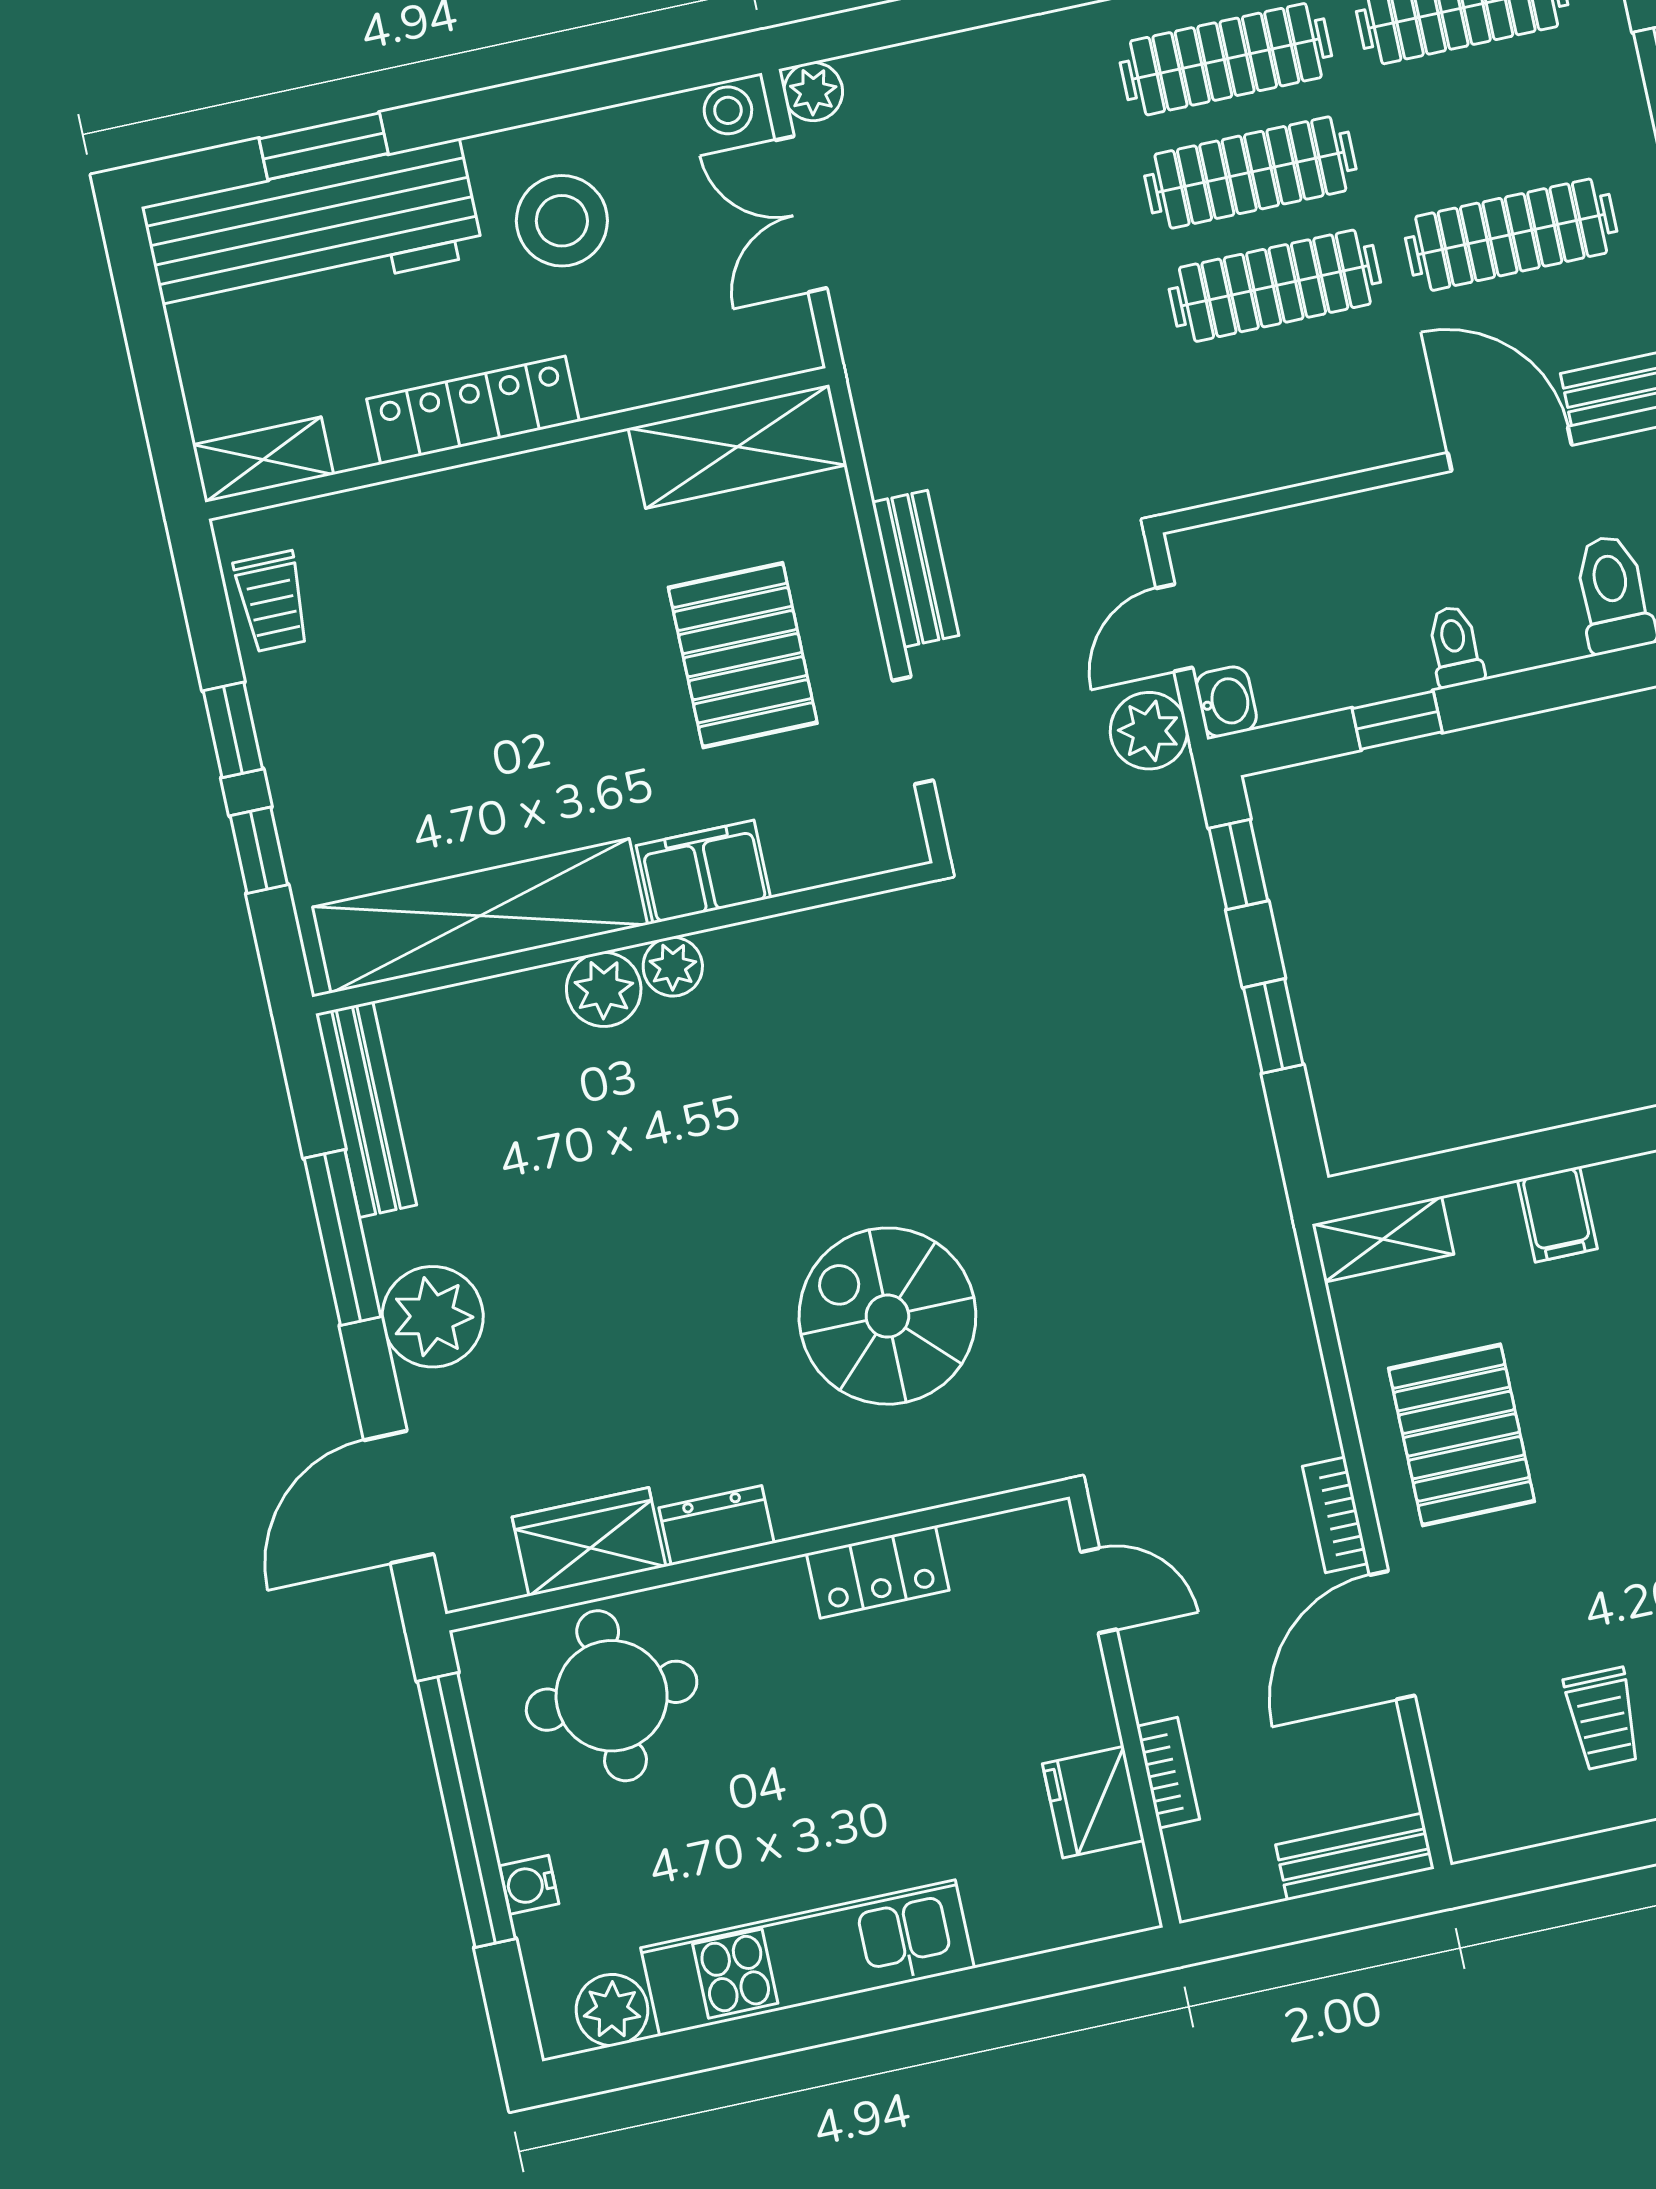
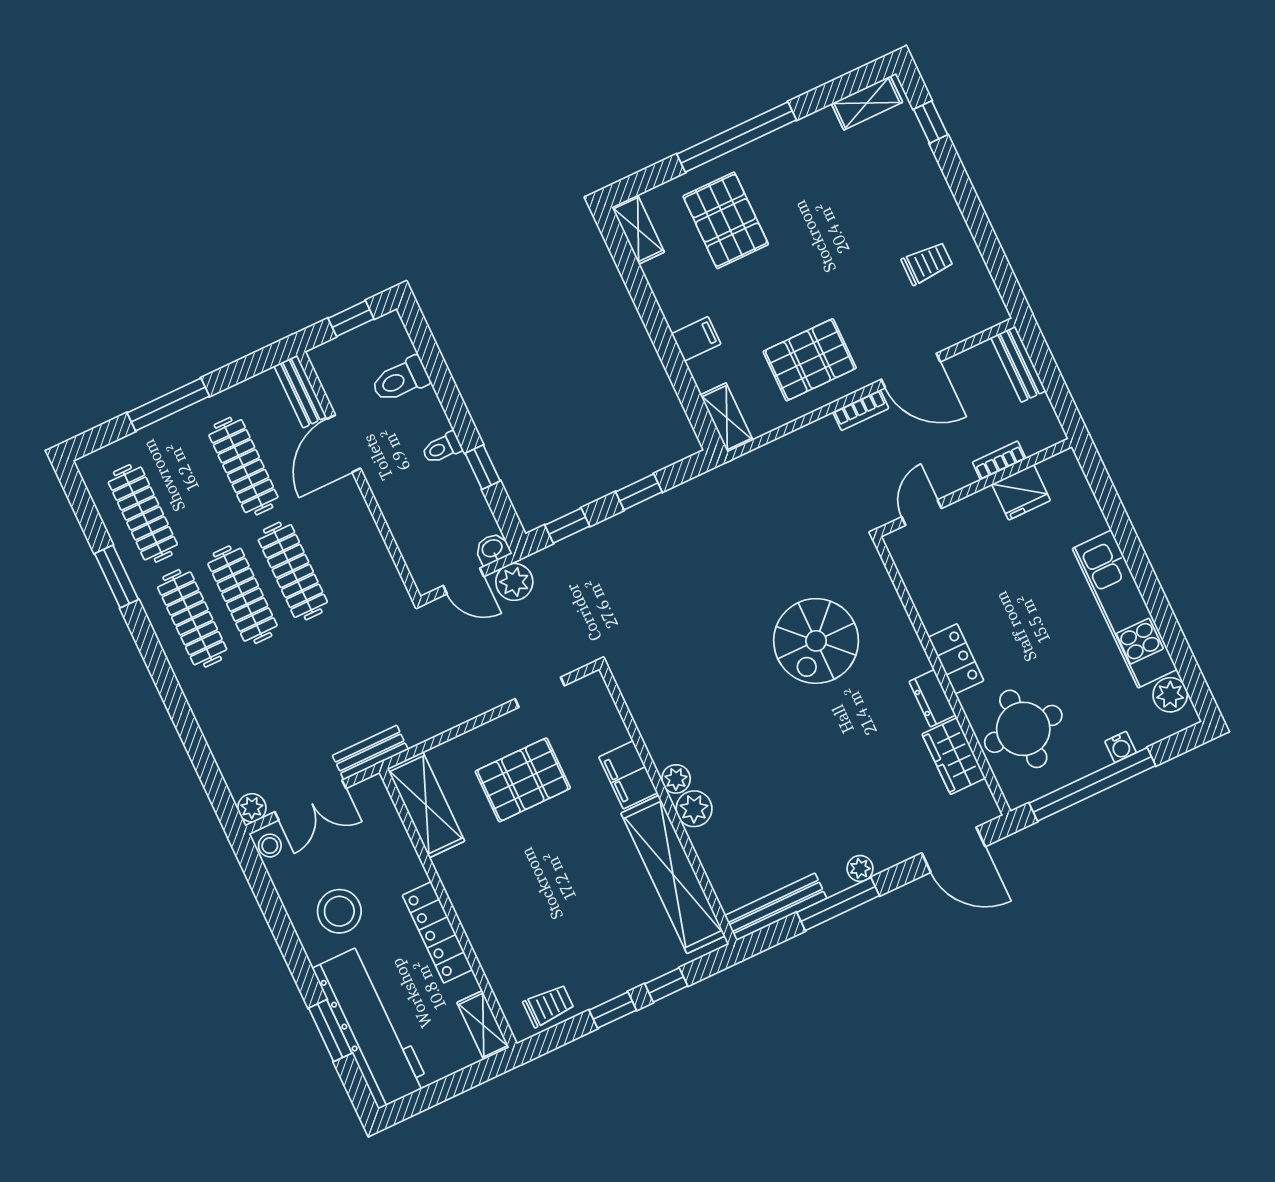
bench: (915, 569) -> (370, 753), moved
plant: (433, 1317) -> (860, 868), width x0.53, depth x0.53
locker: (878, 1572) -> (956, 659), moved

